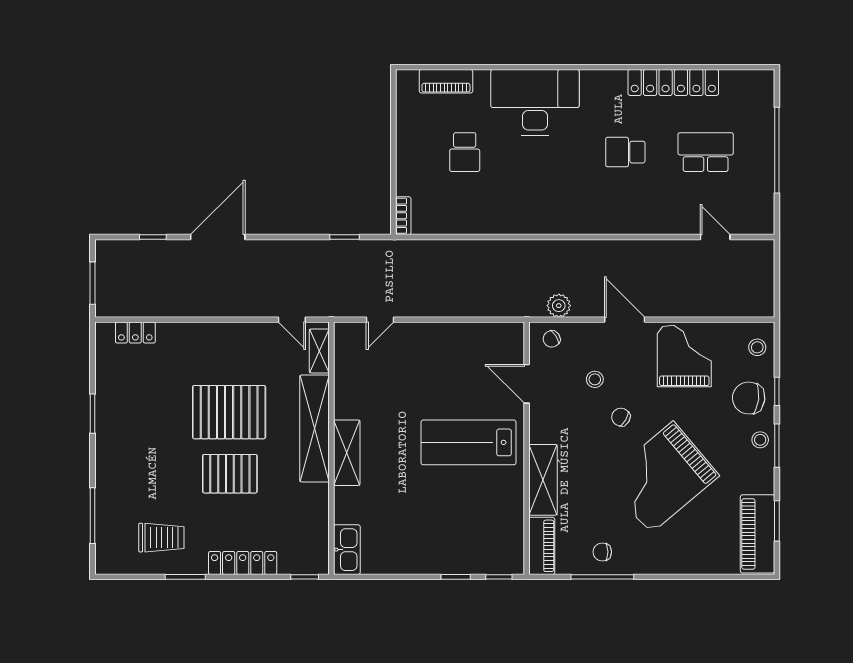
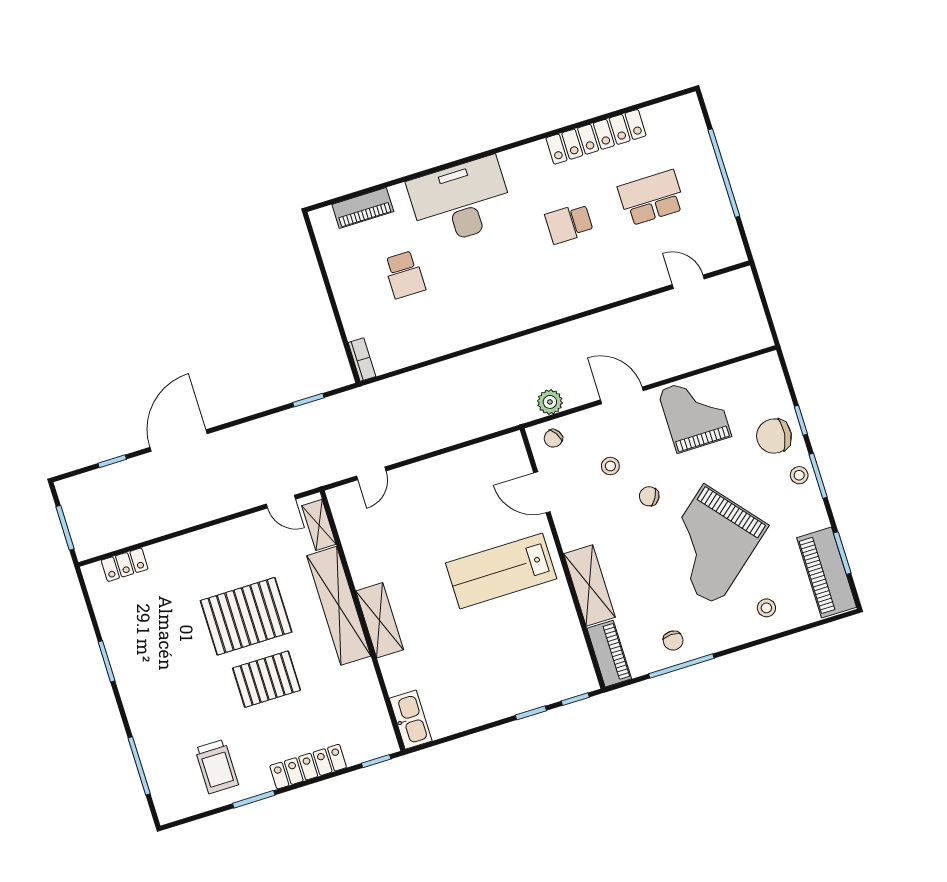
stool: (757, 347) -> (766, 608), moved
trolley: (161, 538) -> (217, 766), turned 90
chair: (602, 552) -> (673, 641), turned -90

